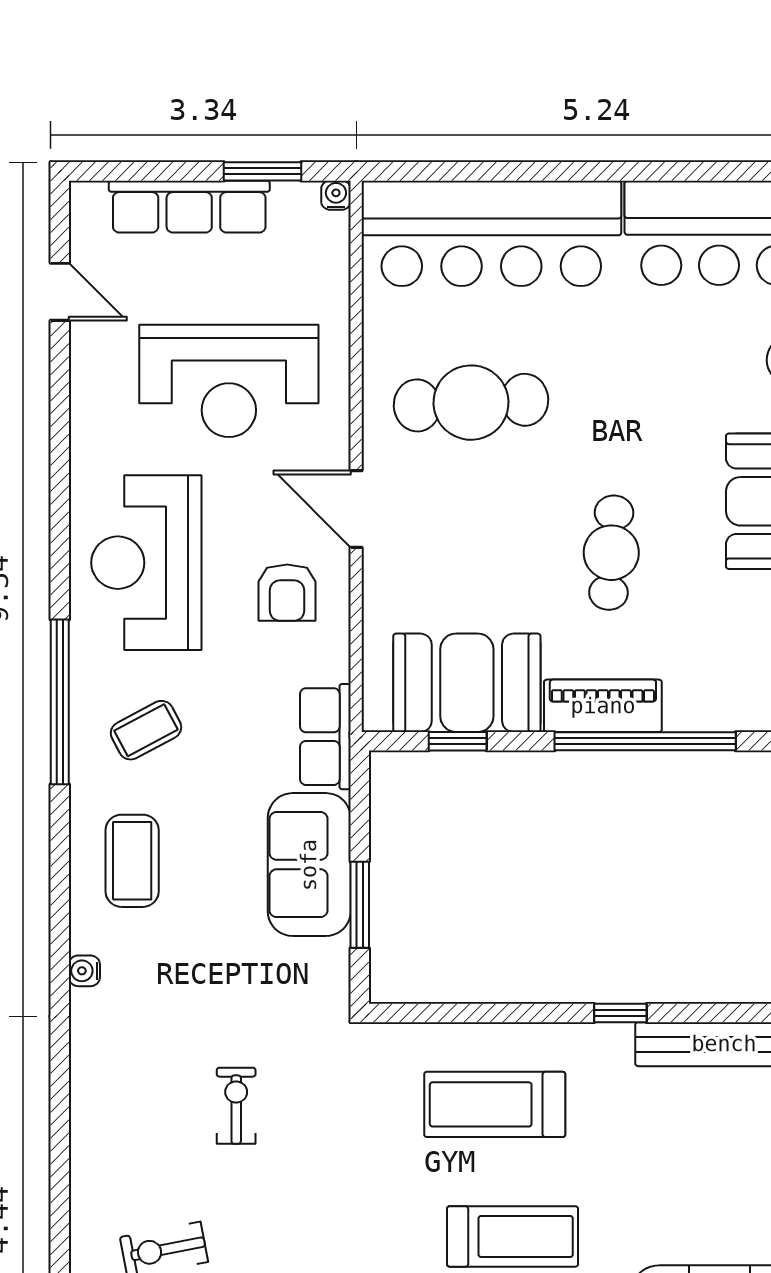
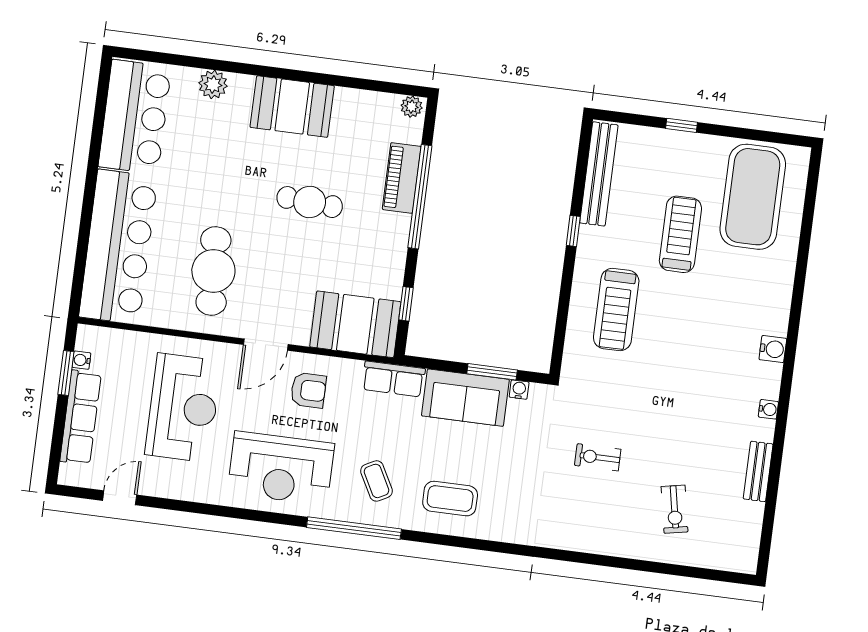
water cooler: (336, 195) -> (81, 360), moved
booth: (467, 683) -> (355, 324), moved, turned 90
piano: (603, 706) -> (402, 178), moved
water cooler: (84, 971) -> (519, 390), moved, turned 180
treadmill: (513, 1236) -> (680, 234), moved

